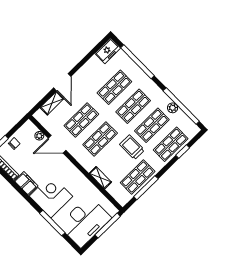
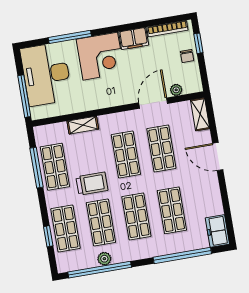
shelving: (52, 103) -> (200, 114), moved

